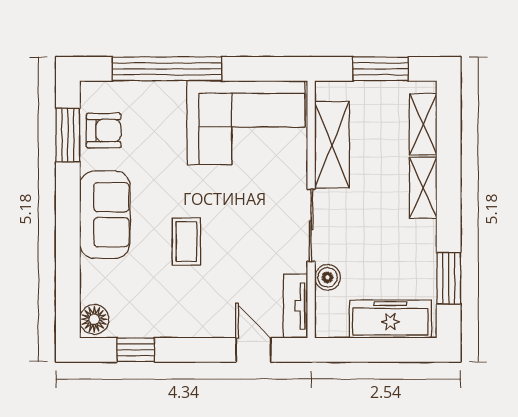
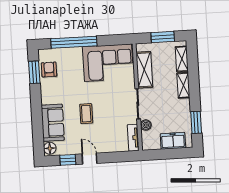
armchair: (104, 131) -> (49, 69), turned -90
sofa: (105, 215) -> (53, 123), moved
freezer: (390, 319) -> (173, 141), width x0.71
door: (253, 350) -> (89, 159), moved

